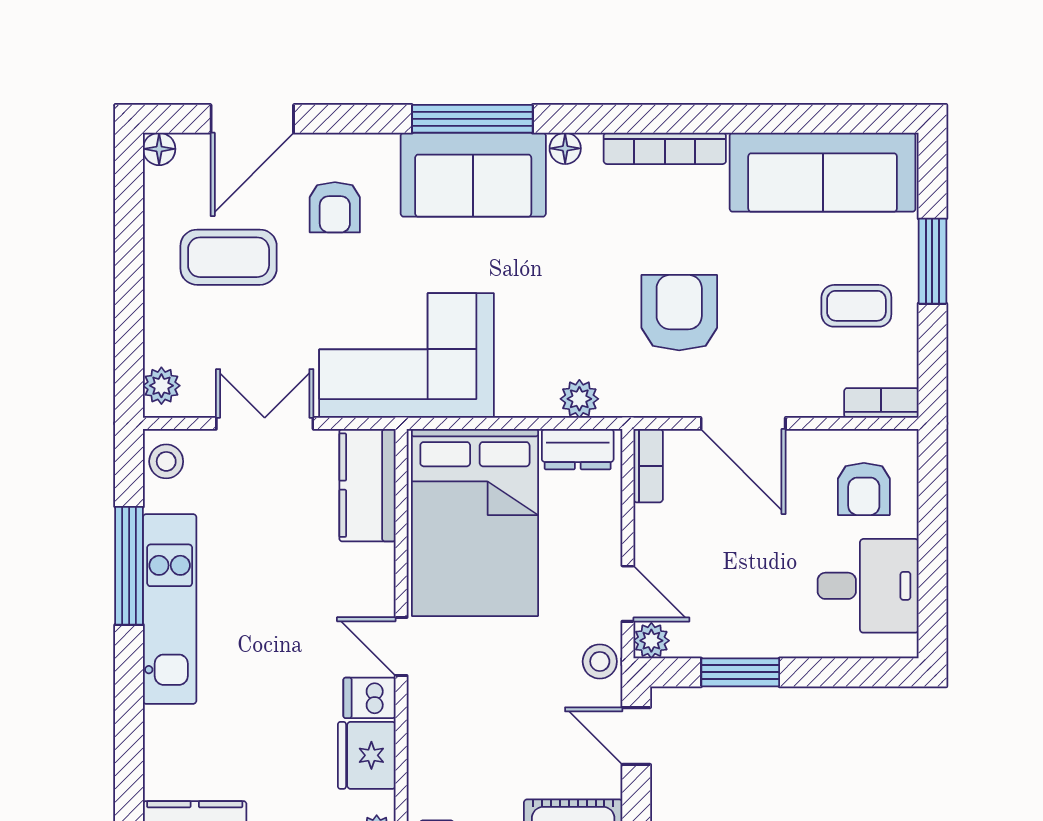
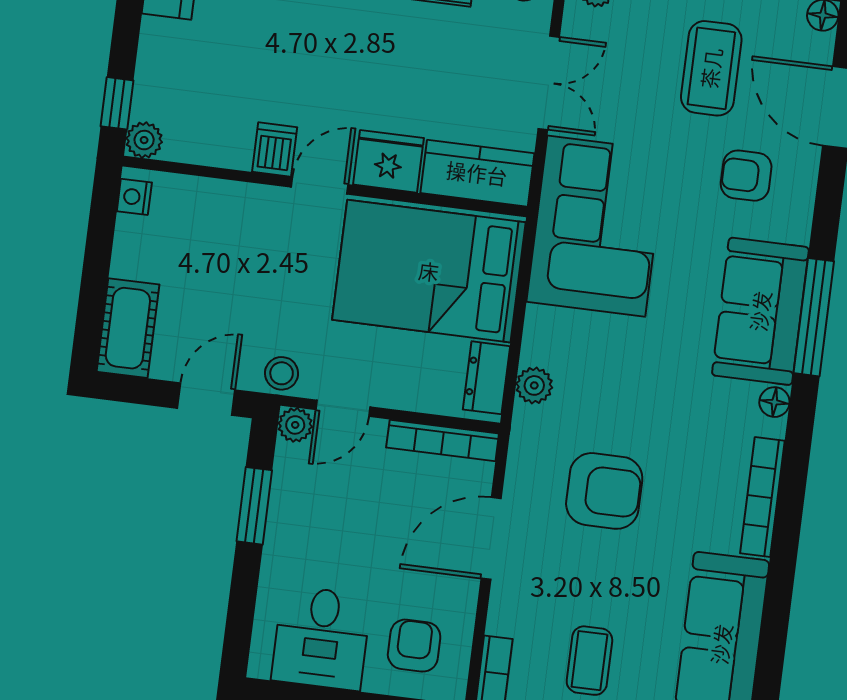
bookcase: (648, 466) -> (443, 440), width x1.56
armchair: (864, 489) -> (414, 646), turned 90
fridge: (367, 755) -> (388, 161), moved

